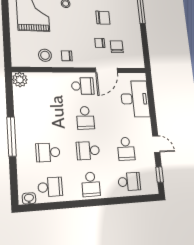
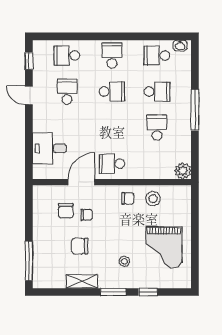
desk: (135, 99) -> (49, 148), width x0.73
school desk: (85, 118) -> (157, 128), moved

